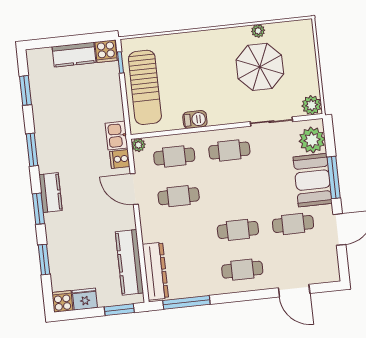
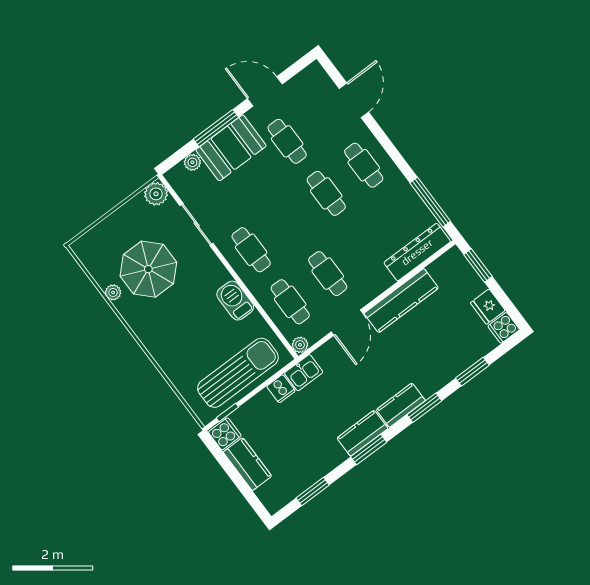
barbecue: (195, 119) -> (235, 301), width x1.38, depth x1.27
plant: (312, 140) -> (192, 162), width x0.53, depth x0.53
kitchen counter: (47, 152) -> (362, 433), added
cooker: (120, 159) -> (281, 389), moved
kitchen counter: (129, 262) -> (401, 301), moved

